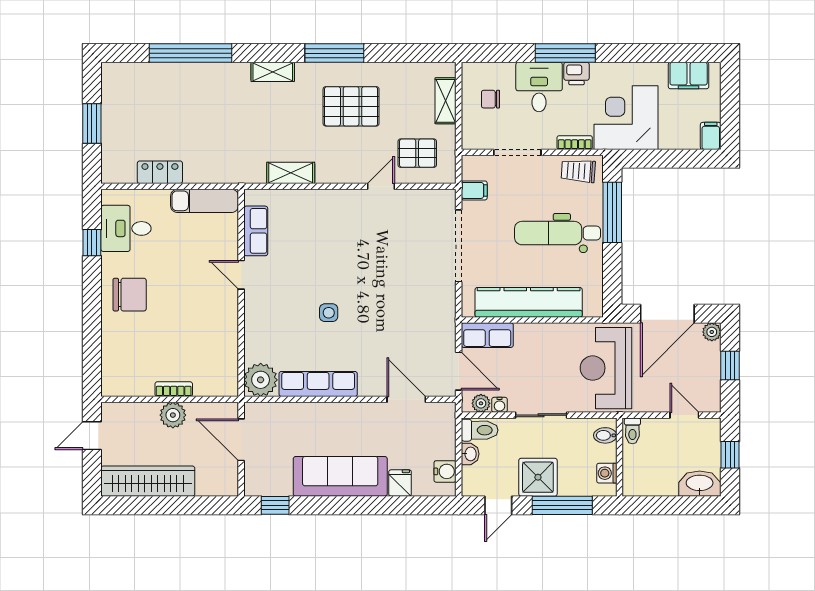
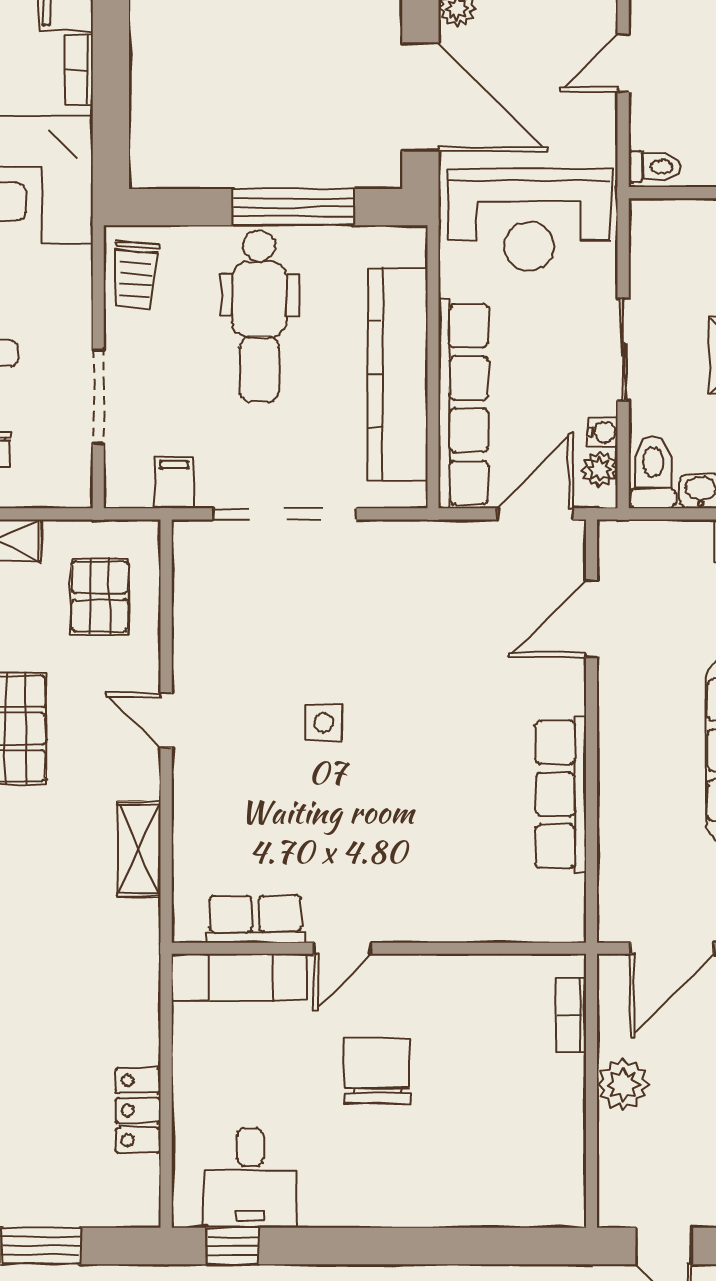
bookcase: (575, 143) -> (79, 70), moved
door: (381, 186) -> (166, 720), moved
exam couch: (205, 201) -> (239, 977), moved, turned 90
window: (612, 212) -> (293, 207), moved
window: (92, 243) -> (233, 1246), moved
chair: (130, 295) -> (377, 1071), moved
side table: (329, 313) -> (324, 722), moved
row of seats: (487, 335) -> (463, 404), width x2.02
plant: (261, 380) -> (552, 909), removed
bookcase: (174, 389) -> (571, 1015), moved
bidet: (605, 435) -> (664, 221), removed

